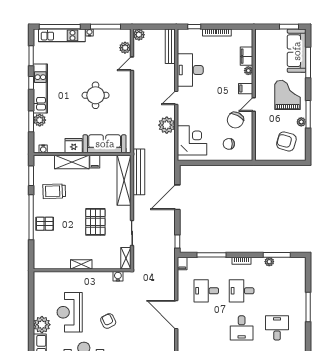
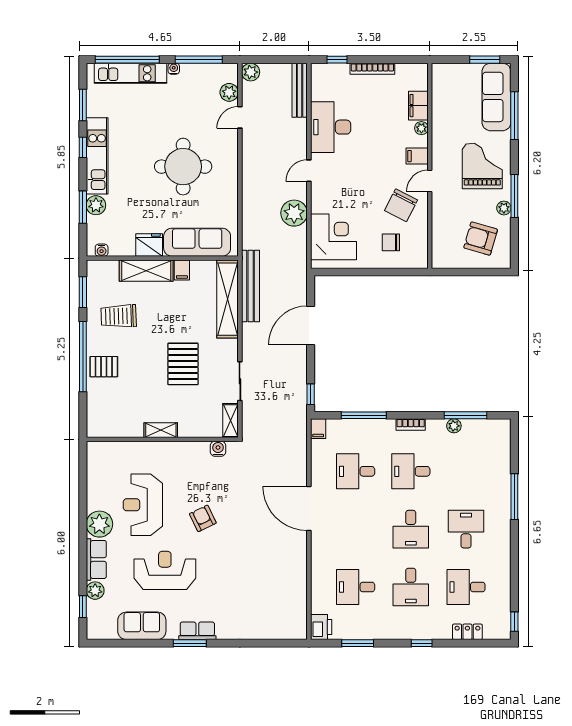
round table: (96, 95) -> (183, 167), width x1.36, depth x1.36

